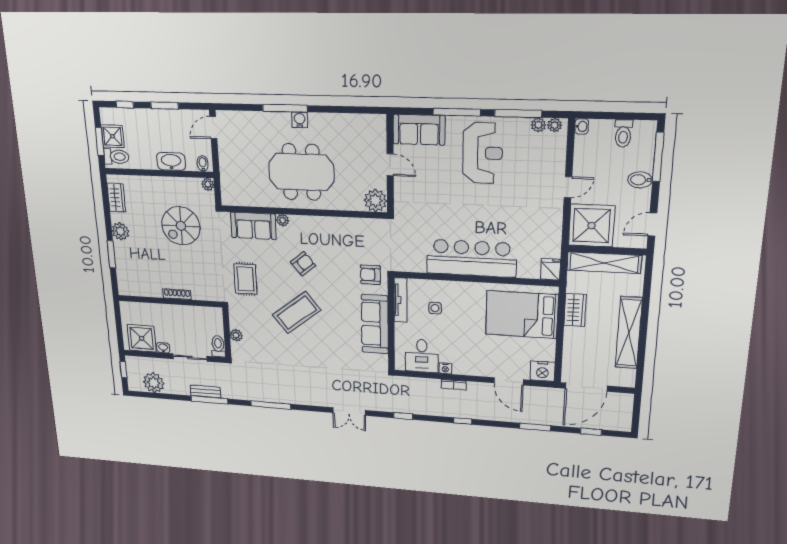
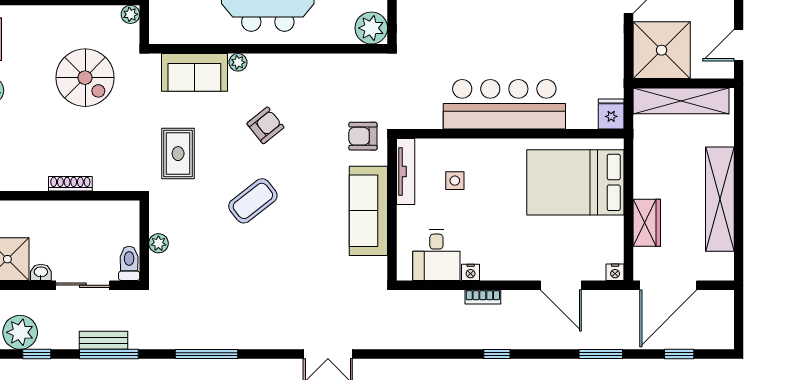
spiral stairs: (181, 226) -> (85, 78), turned -90
wardrobe: (575, 310) -> (647, 223), moved
coffee table: (297, 313) -> (253, 201), width x0.73, depth x0.76
nightstand: (542, 371) -> (615, 272), width x0.53, depth x0.56
window: (403, 416) -> (37, 354), moved

